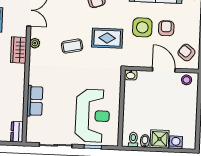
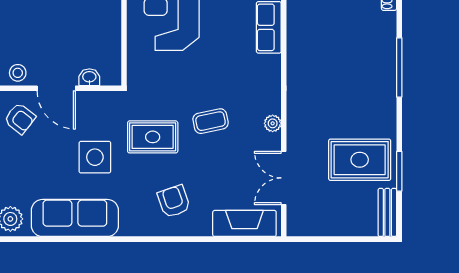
armchair: (166, 28) -> (55, 157), removed
wardrobe: (19, 50) -> (299, 111), removed
washbasin: (131, 75) -> (89, 77), moved

